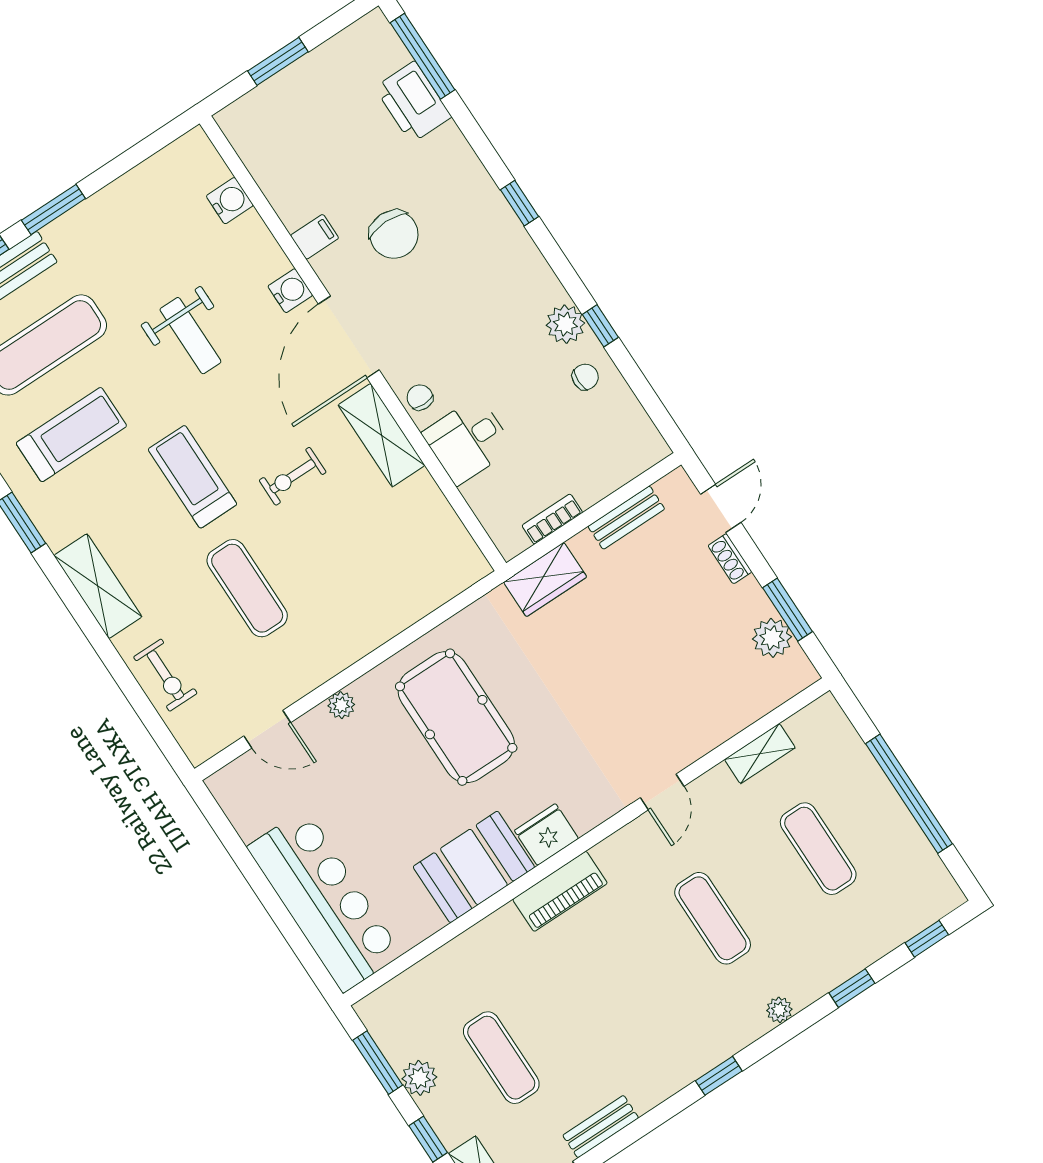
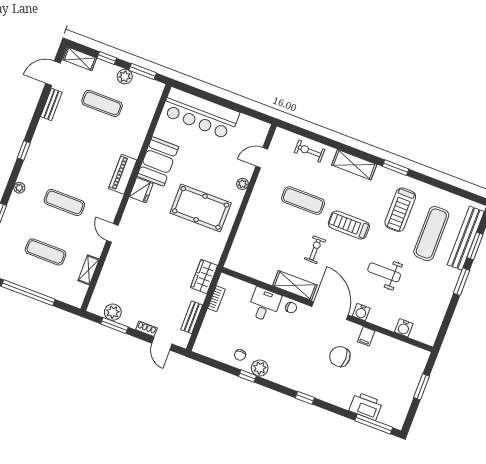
treadmill: (192, 477) -> (349, 225), turned 180

